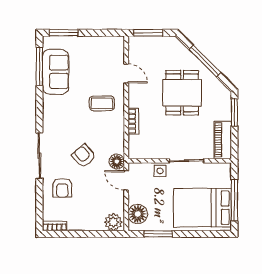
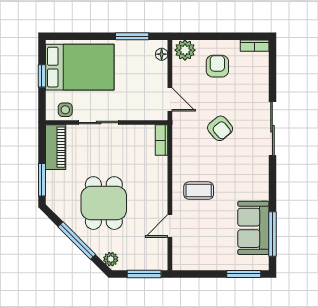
plant: (176, 45) -> (111, 259), added
door: (126, 73) -> (170, 226), hinge flipped
bookcase: (133, 121) -> (162, 140), moved
floor lamp: (117, 162) -> (181, 122), removed
side table: (160, 171) -> (65, 110), moved
armchair: (62, 188) -> (217, 66), moved
window: (234, 200) -> (42, 76), width x0.46
floor lamp: (138, 214) -> (162, 54), width x0.53, depth x0.53

